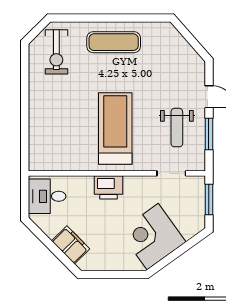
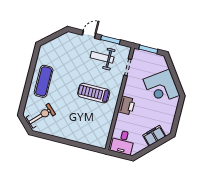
exercise bike: (56, 52) -> (41, 116), turned -46
weight bench: (177, 128) -> (102, 57), turned 180
treadmill: (115, 129) -> (94, 93), width x0.73, depth x0.73

